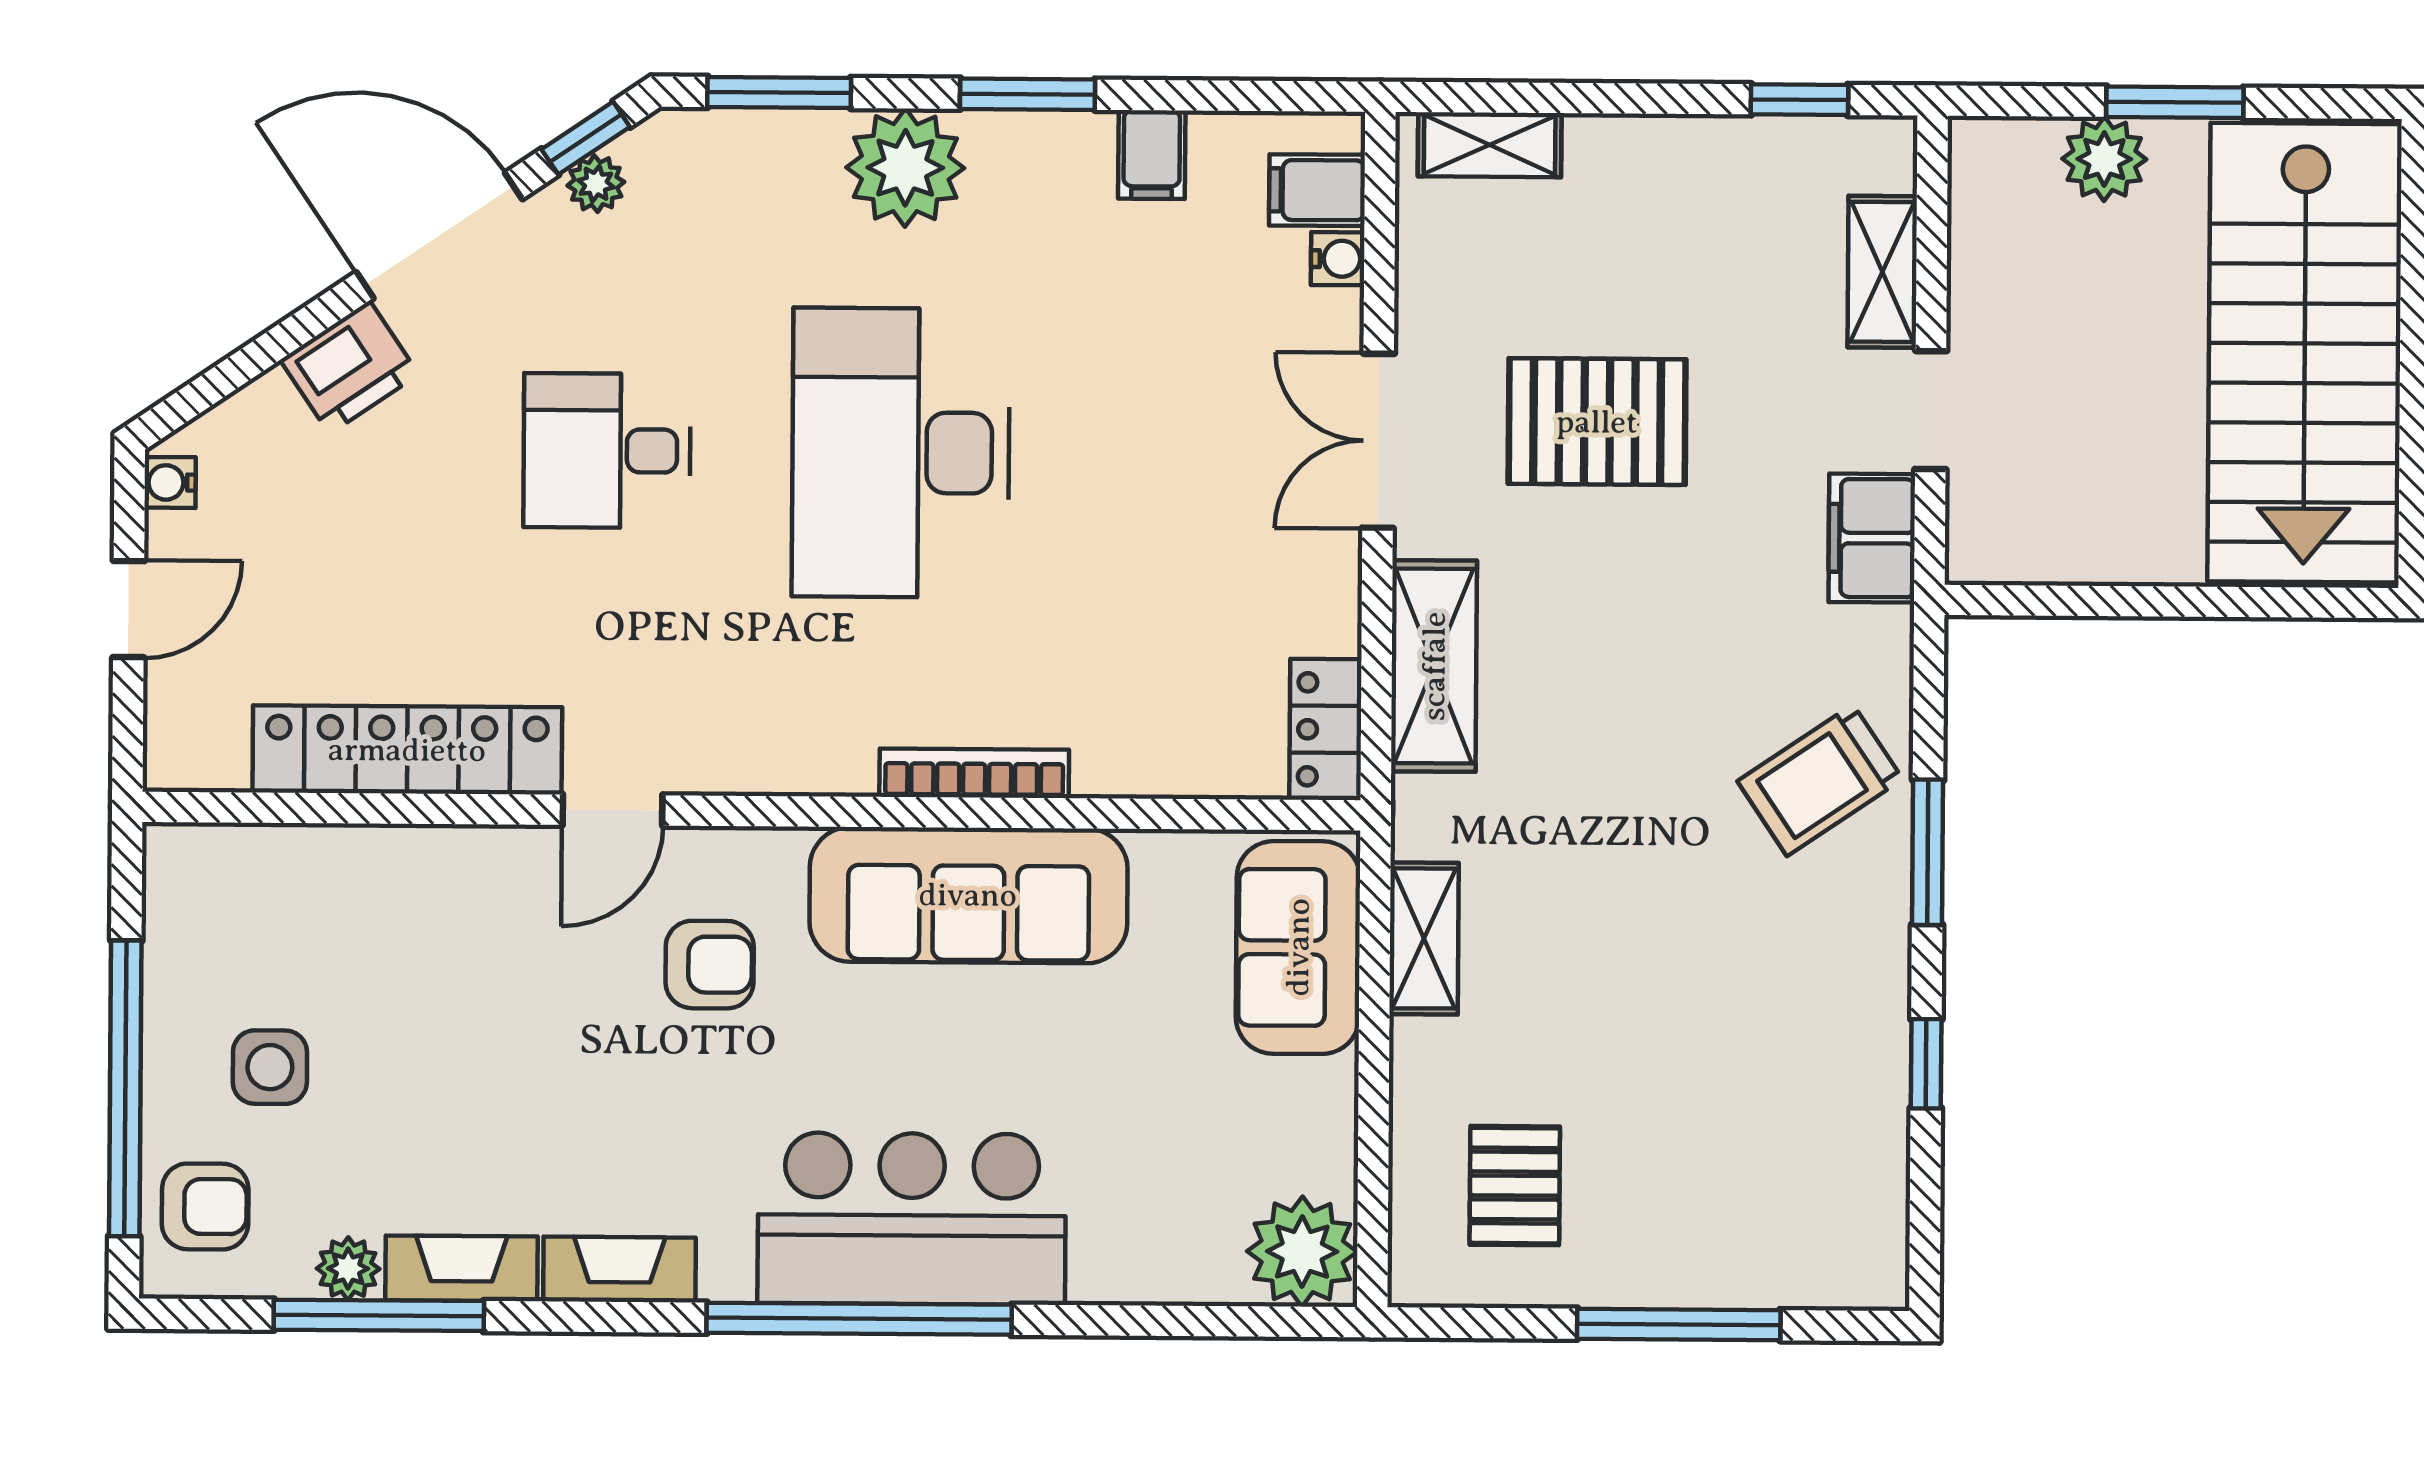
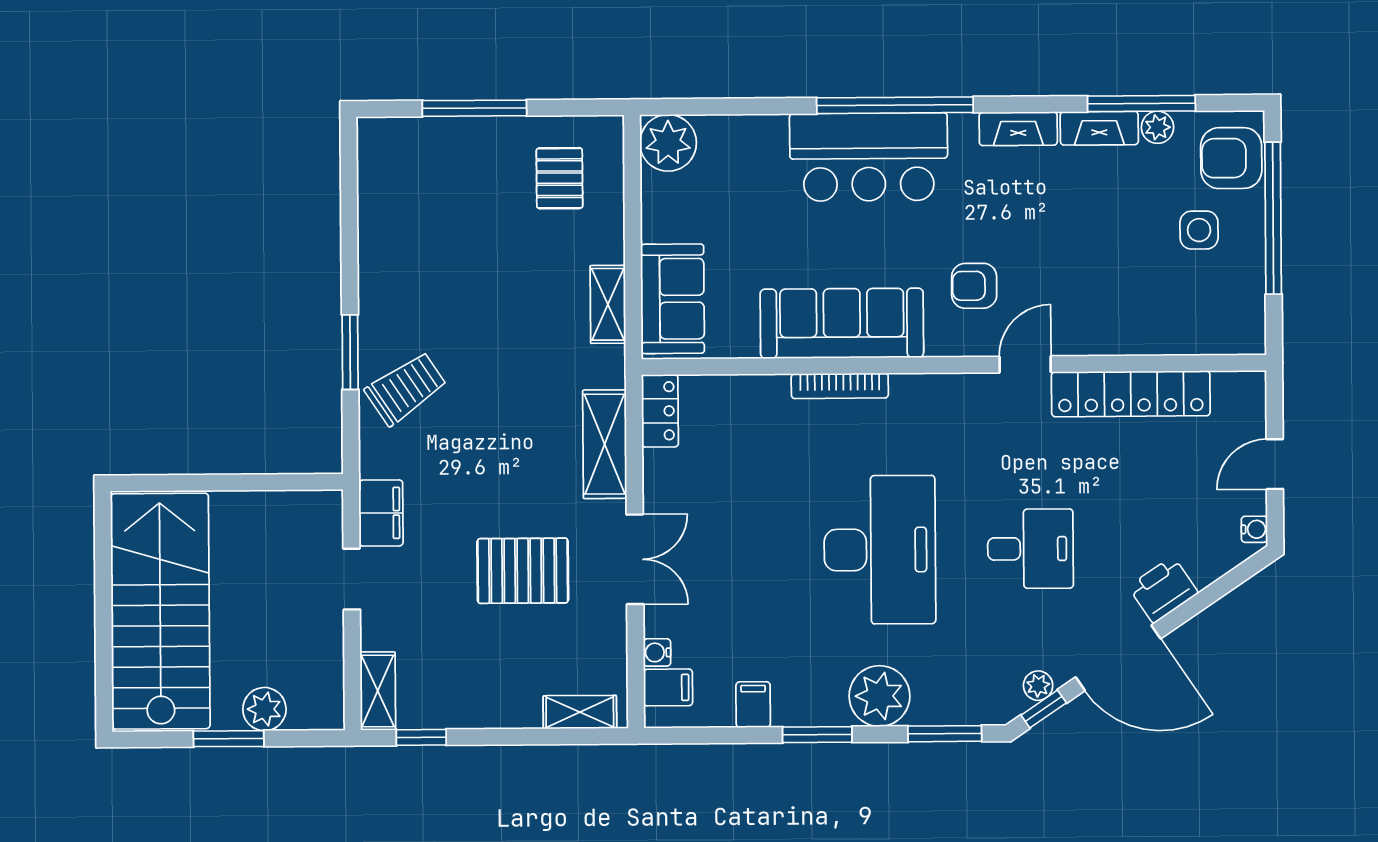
shelving: (1882, 272) -> (378, 691), moved
window: (1926, 1064) -> (349, 244), removed
armchair: (205, 1206) -> (1231, 158), width x1.38, depth x1.38

